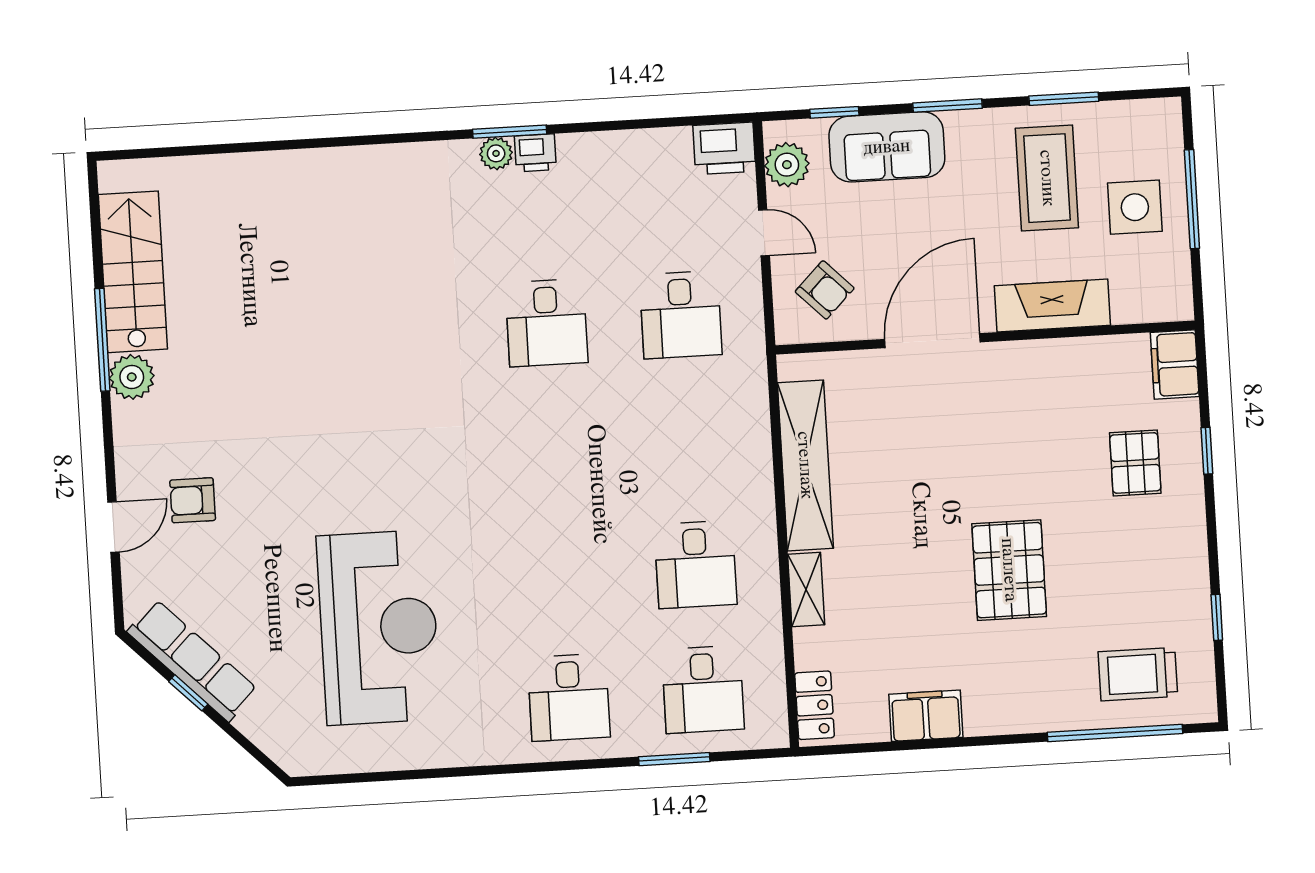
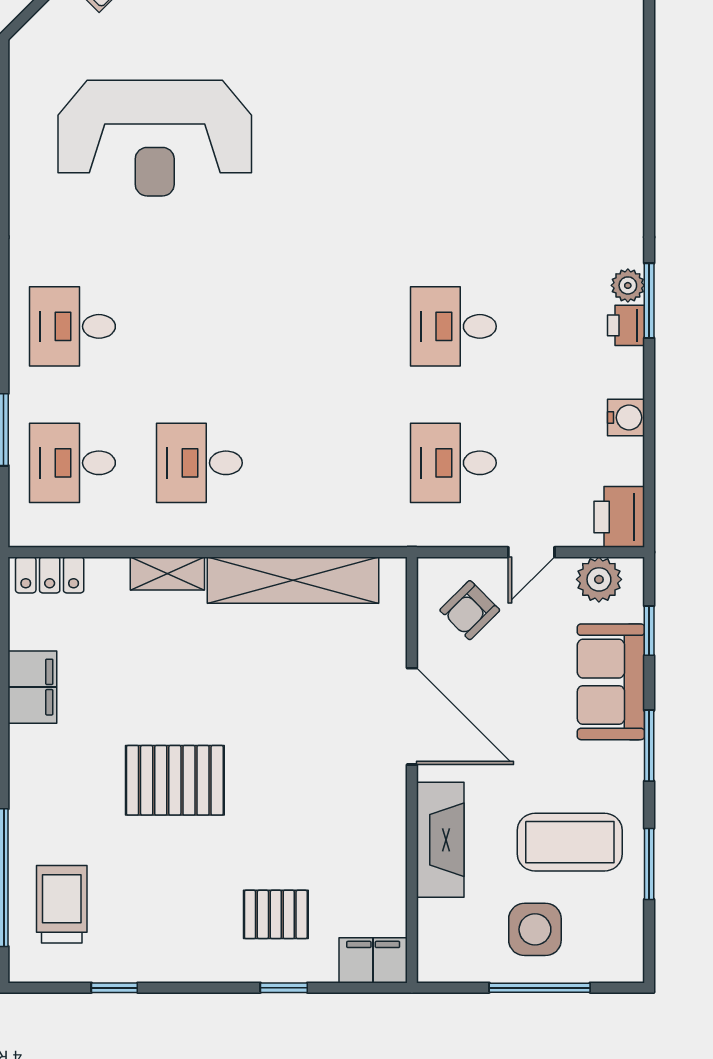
water cooler: (626, 147) -> (626, 418), added

